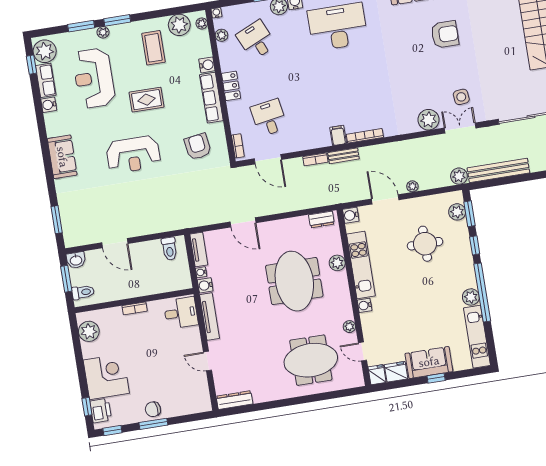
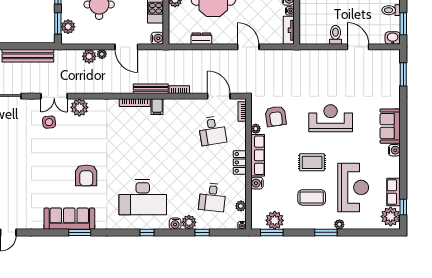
plant: (202, 23) -> (256, 129), moved
window: (81, 26) -> (272, 232), moved
armchair: (445, 34) -> (86, 175), moved, turned -90
desk: (256, 40) -> (212, 197), turned 30
coffee table: (153, 48) -> (312, 197), moved, turned 90
water cooler: (49, 105) -> (394, 150), moved
bench: (343, 156) -> (151, 89), width x1.36
plant: (459, 176) -> (89, 56), moved
dresser: (321, 219) -> (201, 39), moved
toilet: (169, 249) -> (335, 35), moved

